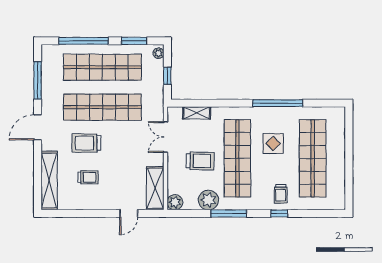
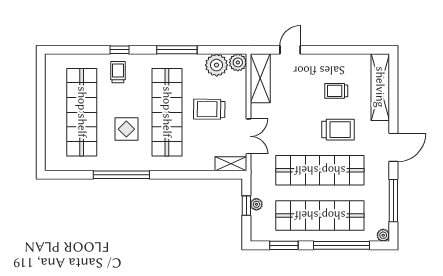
plant: (47, 50) -> (383, 235), added
plant: (158, 53) -> (256, 204), moved
shelving: (197, 113) -> (231, 164), moved
plant: (208, 200) -> (217, 65), moved

